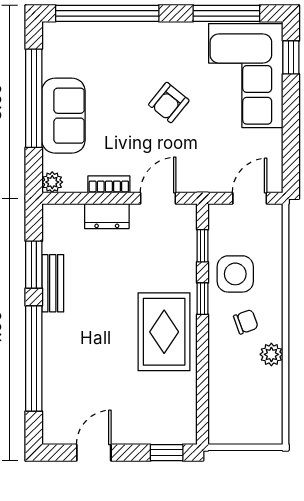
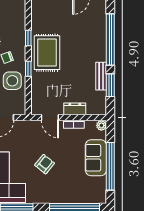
door: (158, 198) -> (50, 118), hinge flipped
window: (202, 246) -> (28, 38), moved

